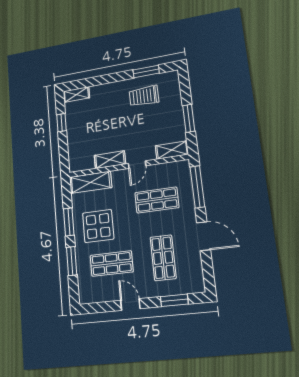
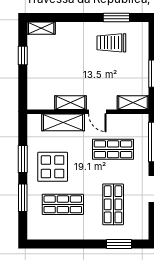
door: (137, 165) -> (97, 112), hinge flipped
shelving: (90, 182) -> (63, 122), moved
door: (130, 305) -> (77, 244), removed

